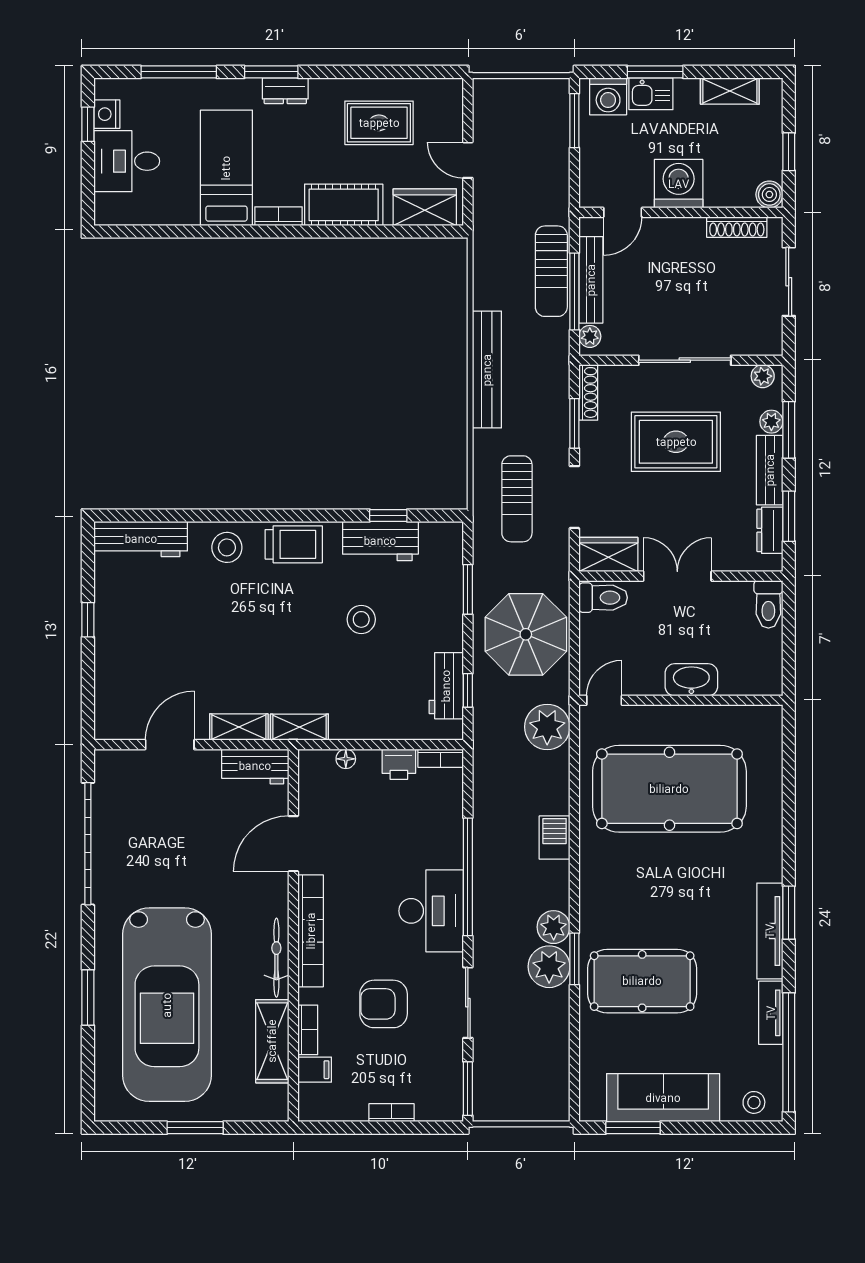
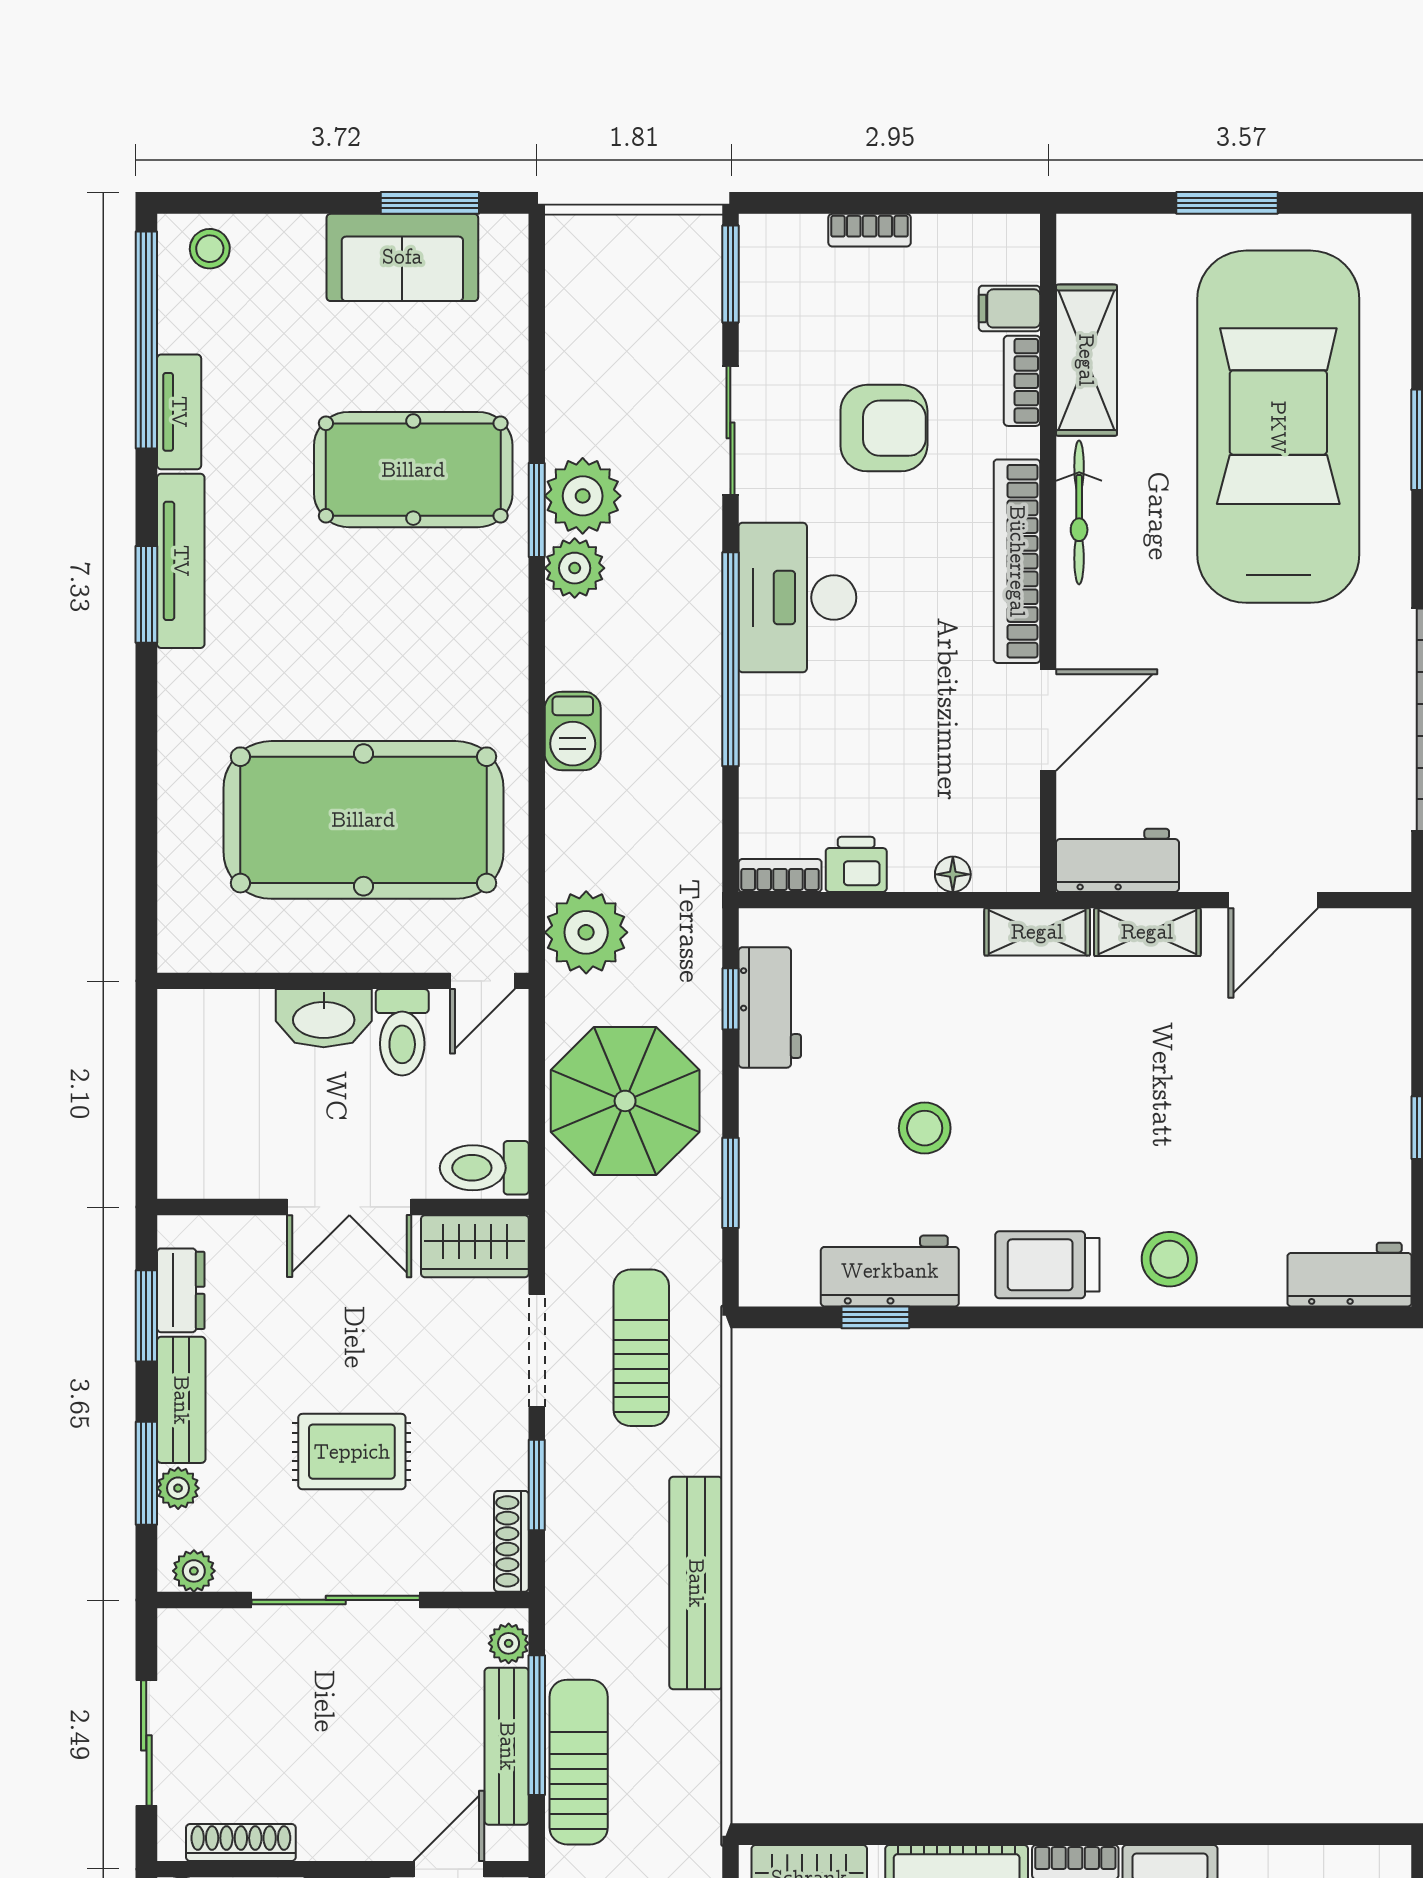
rug: (676, 442) -> (352, 1452), width x0.73, depth x0.70
workbench: (141, 539) -> (1350, 1275), width x0.73
toilet: (768, 604) -> (402, 1032), moved, turned 180
sofa: (663, 1098) -> (402, 257), width x0.73

